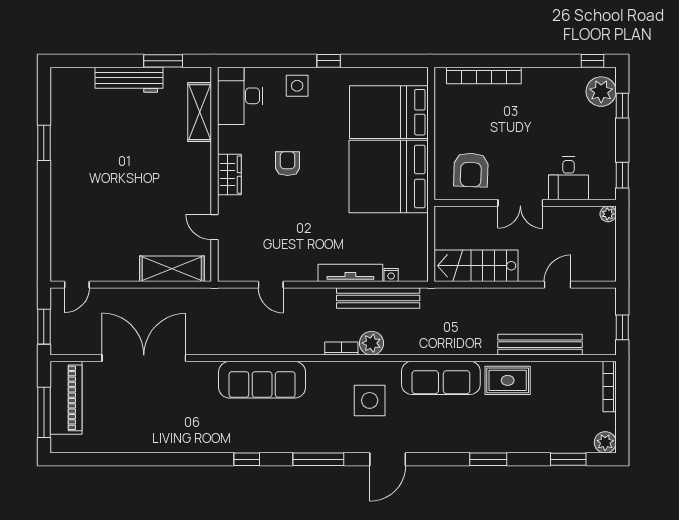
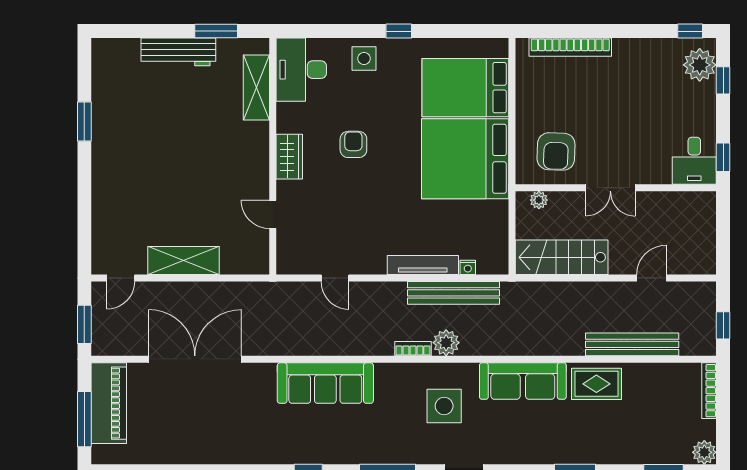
desk: (568, 178) -> (694, 161), moved
plant: (608, 214) -> (539, 200), moved
shelving: (172, 269) -> (184, 260), moved

